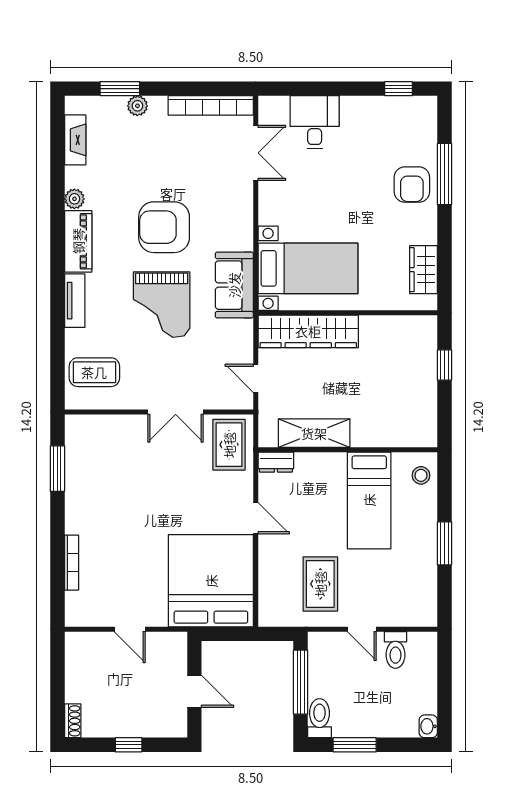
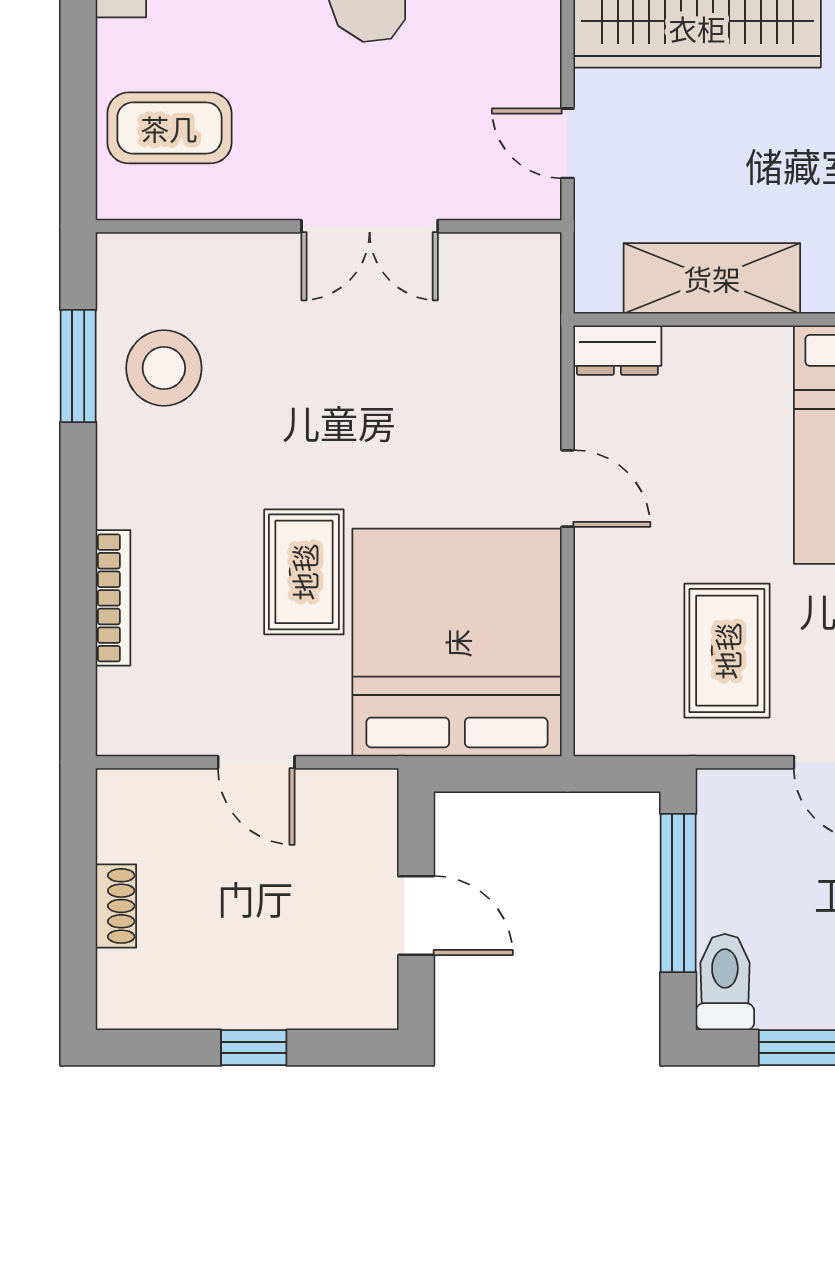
rug: (229, 445) -> (304, 572), moved
stool: (92, 469) -> (164, 368), added
shoe rack: (73, 721) -> (116, 906), moved

